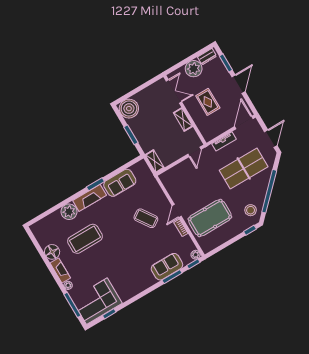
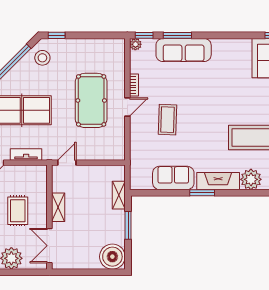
shelving: (155, 161) -> (119, 195), moved
coffee table: (146, 218) -> (168, 120), turned 36
pool table: (210, 218) -> (91, 100), moved, turned 90
sofa: (167, 267) -> (184, 50), width x1.36

